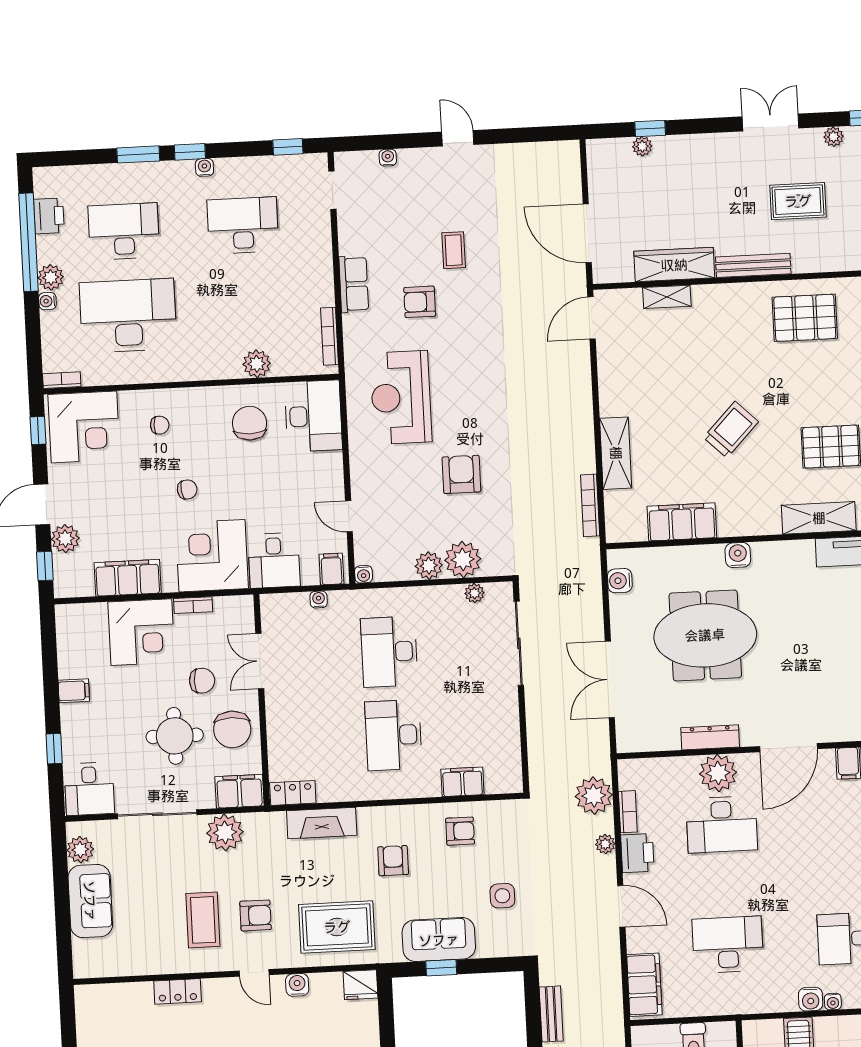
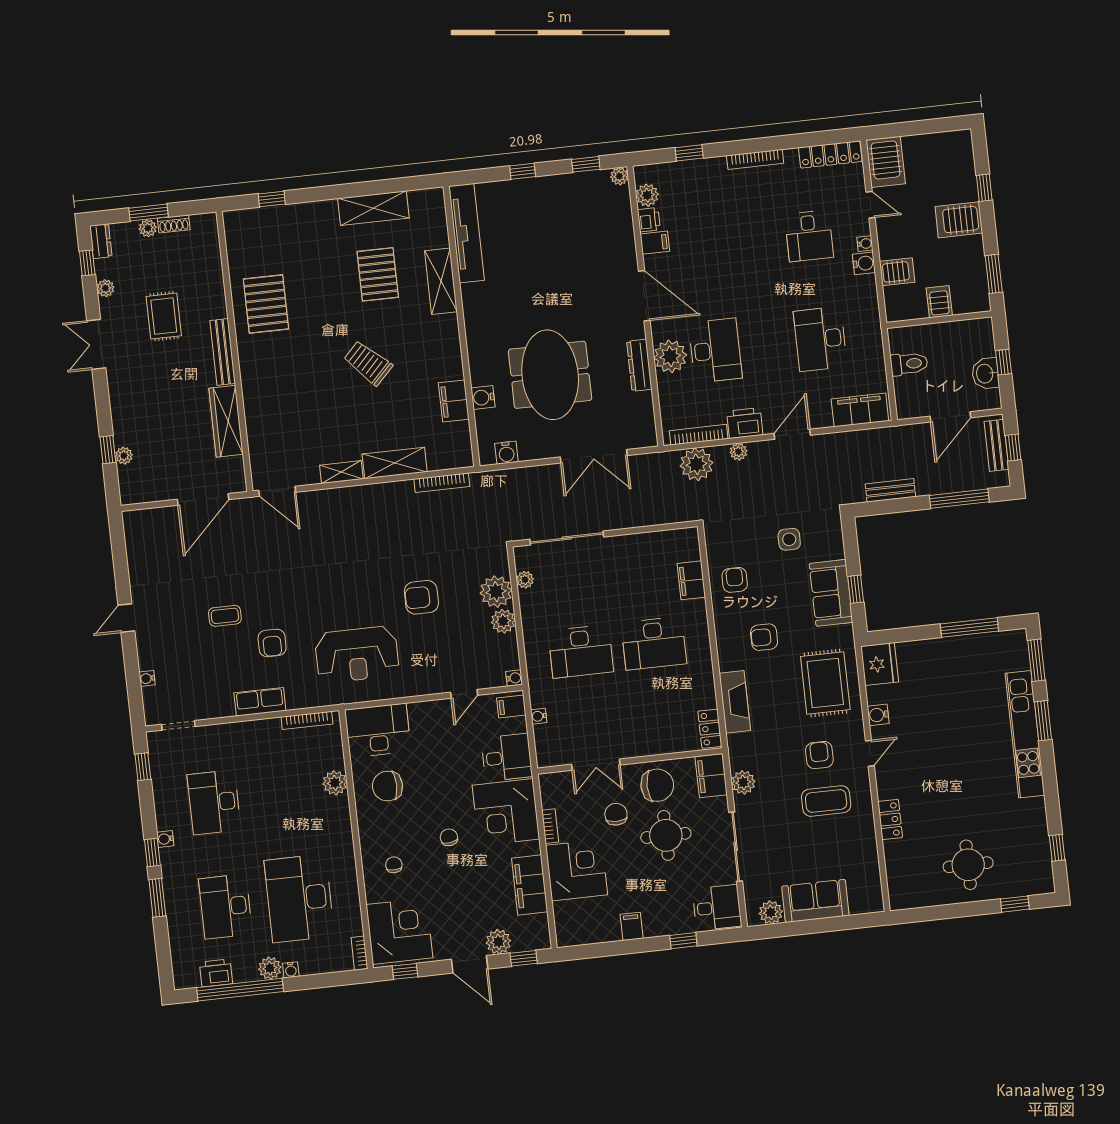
shelving: (667, 297) -> (341, 472), moved, turned 90
filing cabinet: (682, 522) -> (454, 401), width x0.67, depth x0.86
water cooler: (738, 555) -> (483, 397), moved
bookcase: (628, 812) -> (699, 435), width x1.56
plant: (225, 832) -> (743, 782), width x0.73, depth x0.73
fridge: (360, 985) -> (880, 664), width x1.36, depth x1.34

